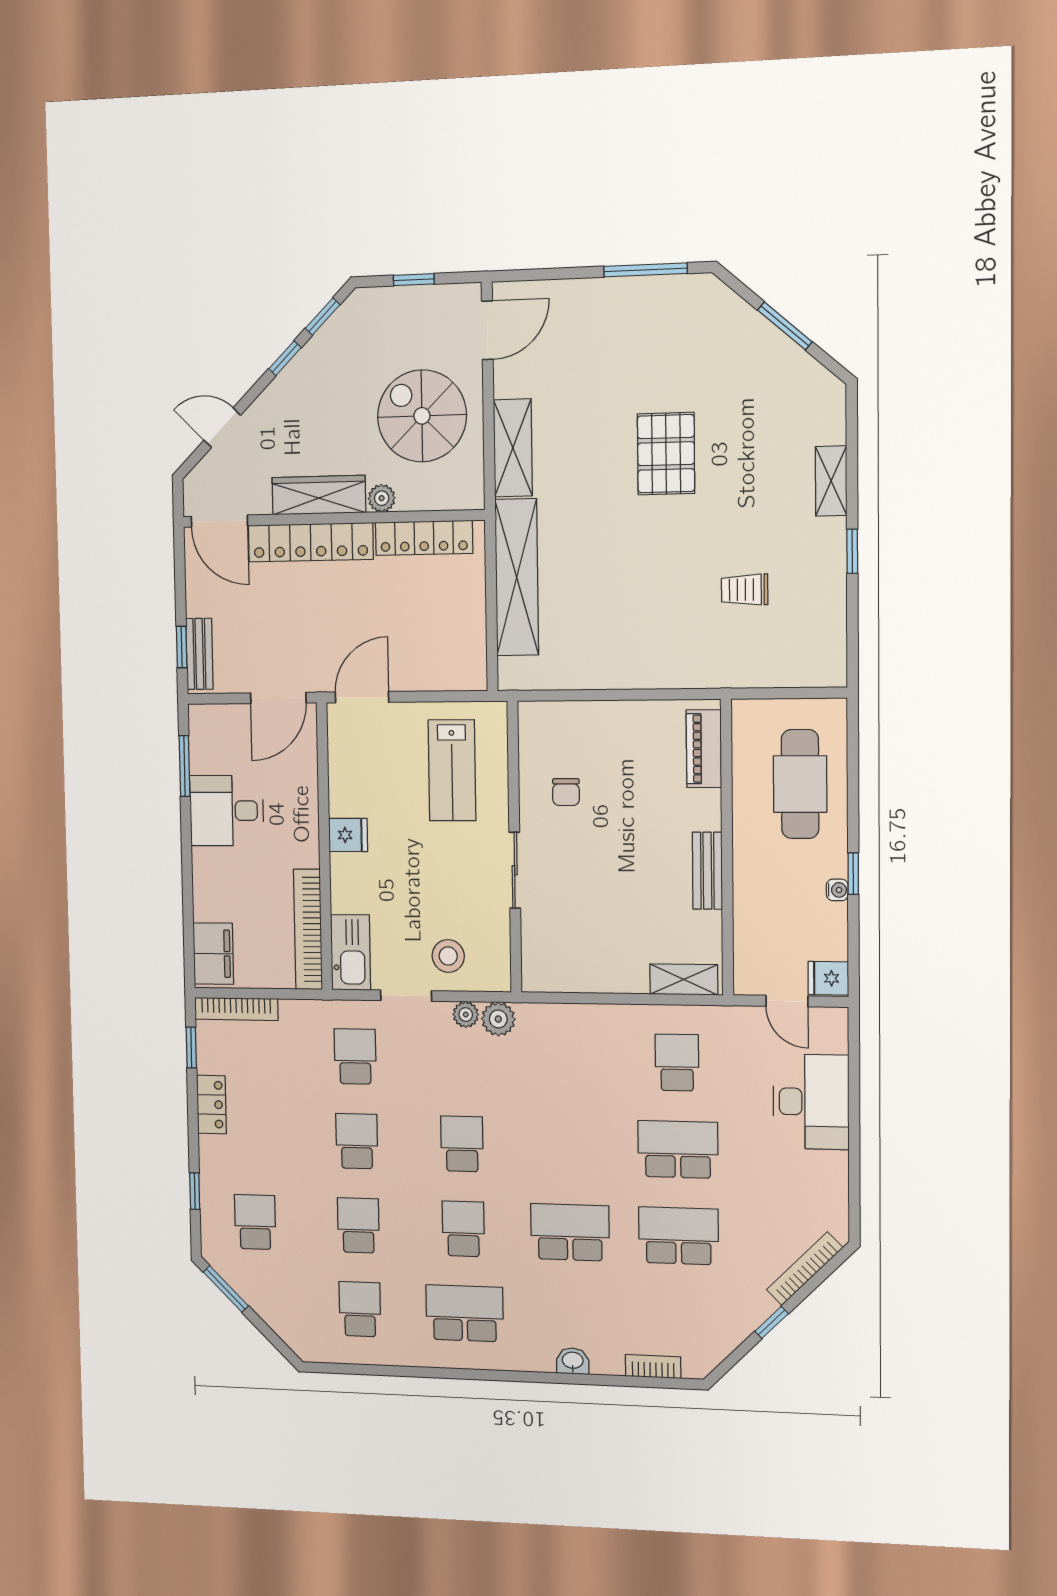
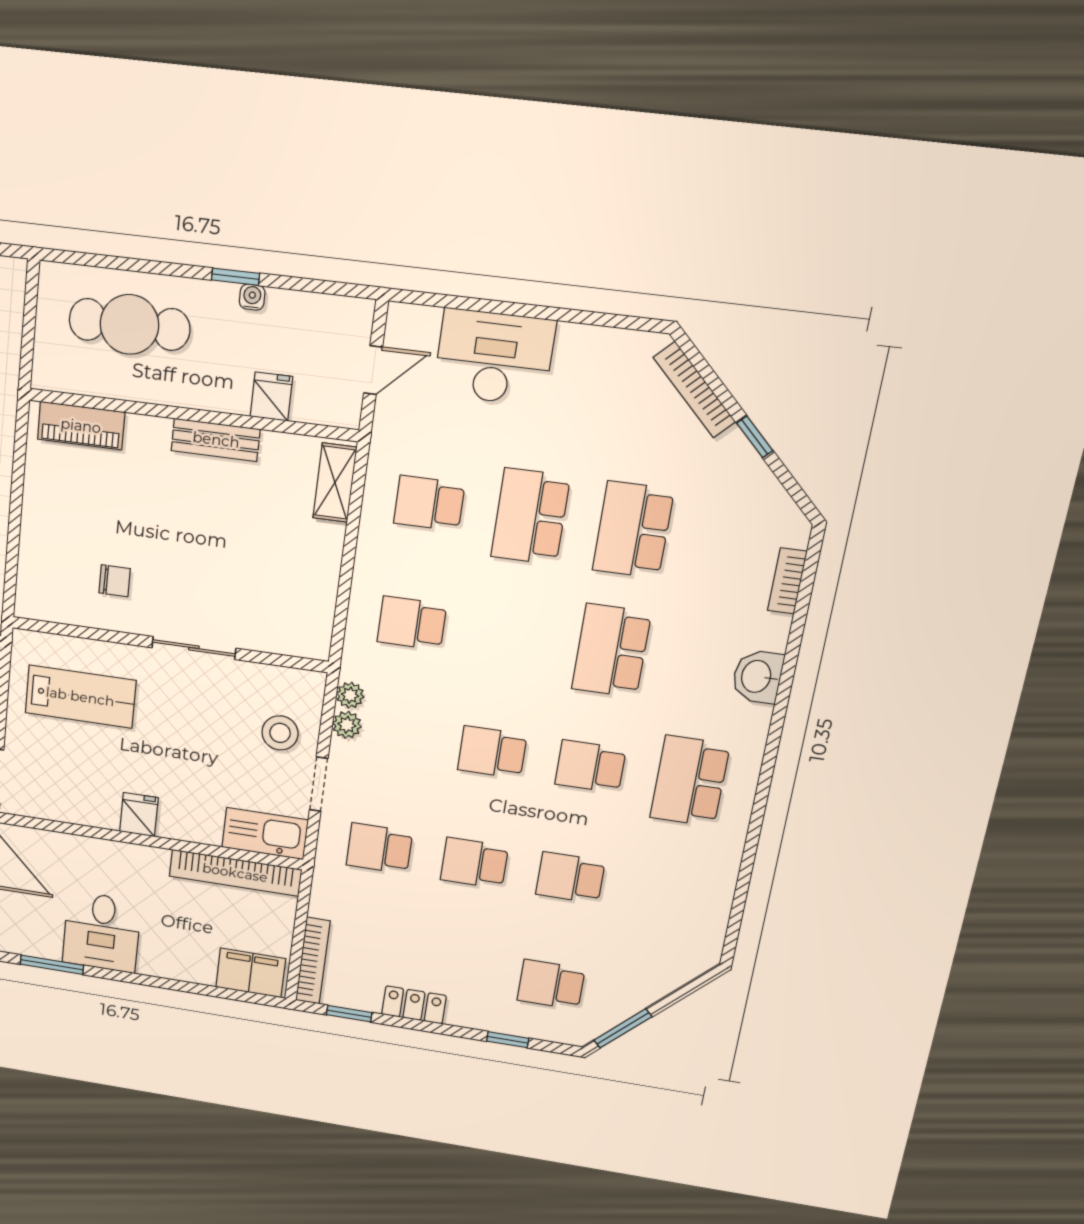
fridge: (828, 978) -> (271, 397), moved, turned 180
plant: (498, 1019) -> (350, 695), width x0.73, depth x0.73
school desk: (360, 1309) -> (412, 623), moved
washbasin: (573, 1361) -> (757, 677), width x1.38, depth x1.45

